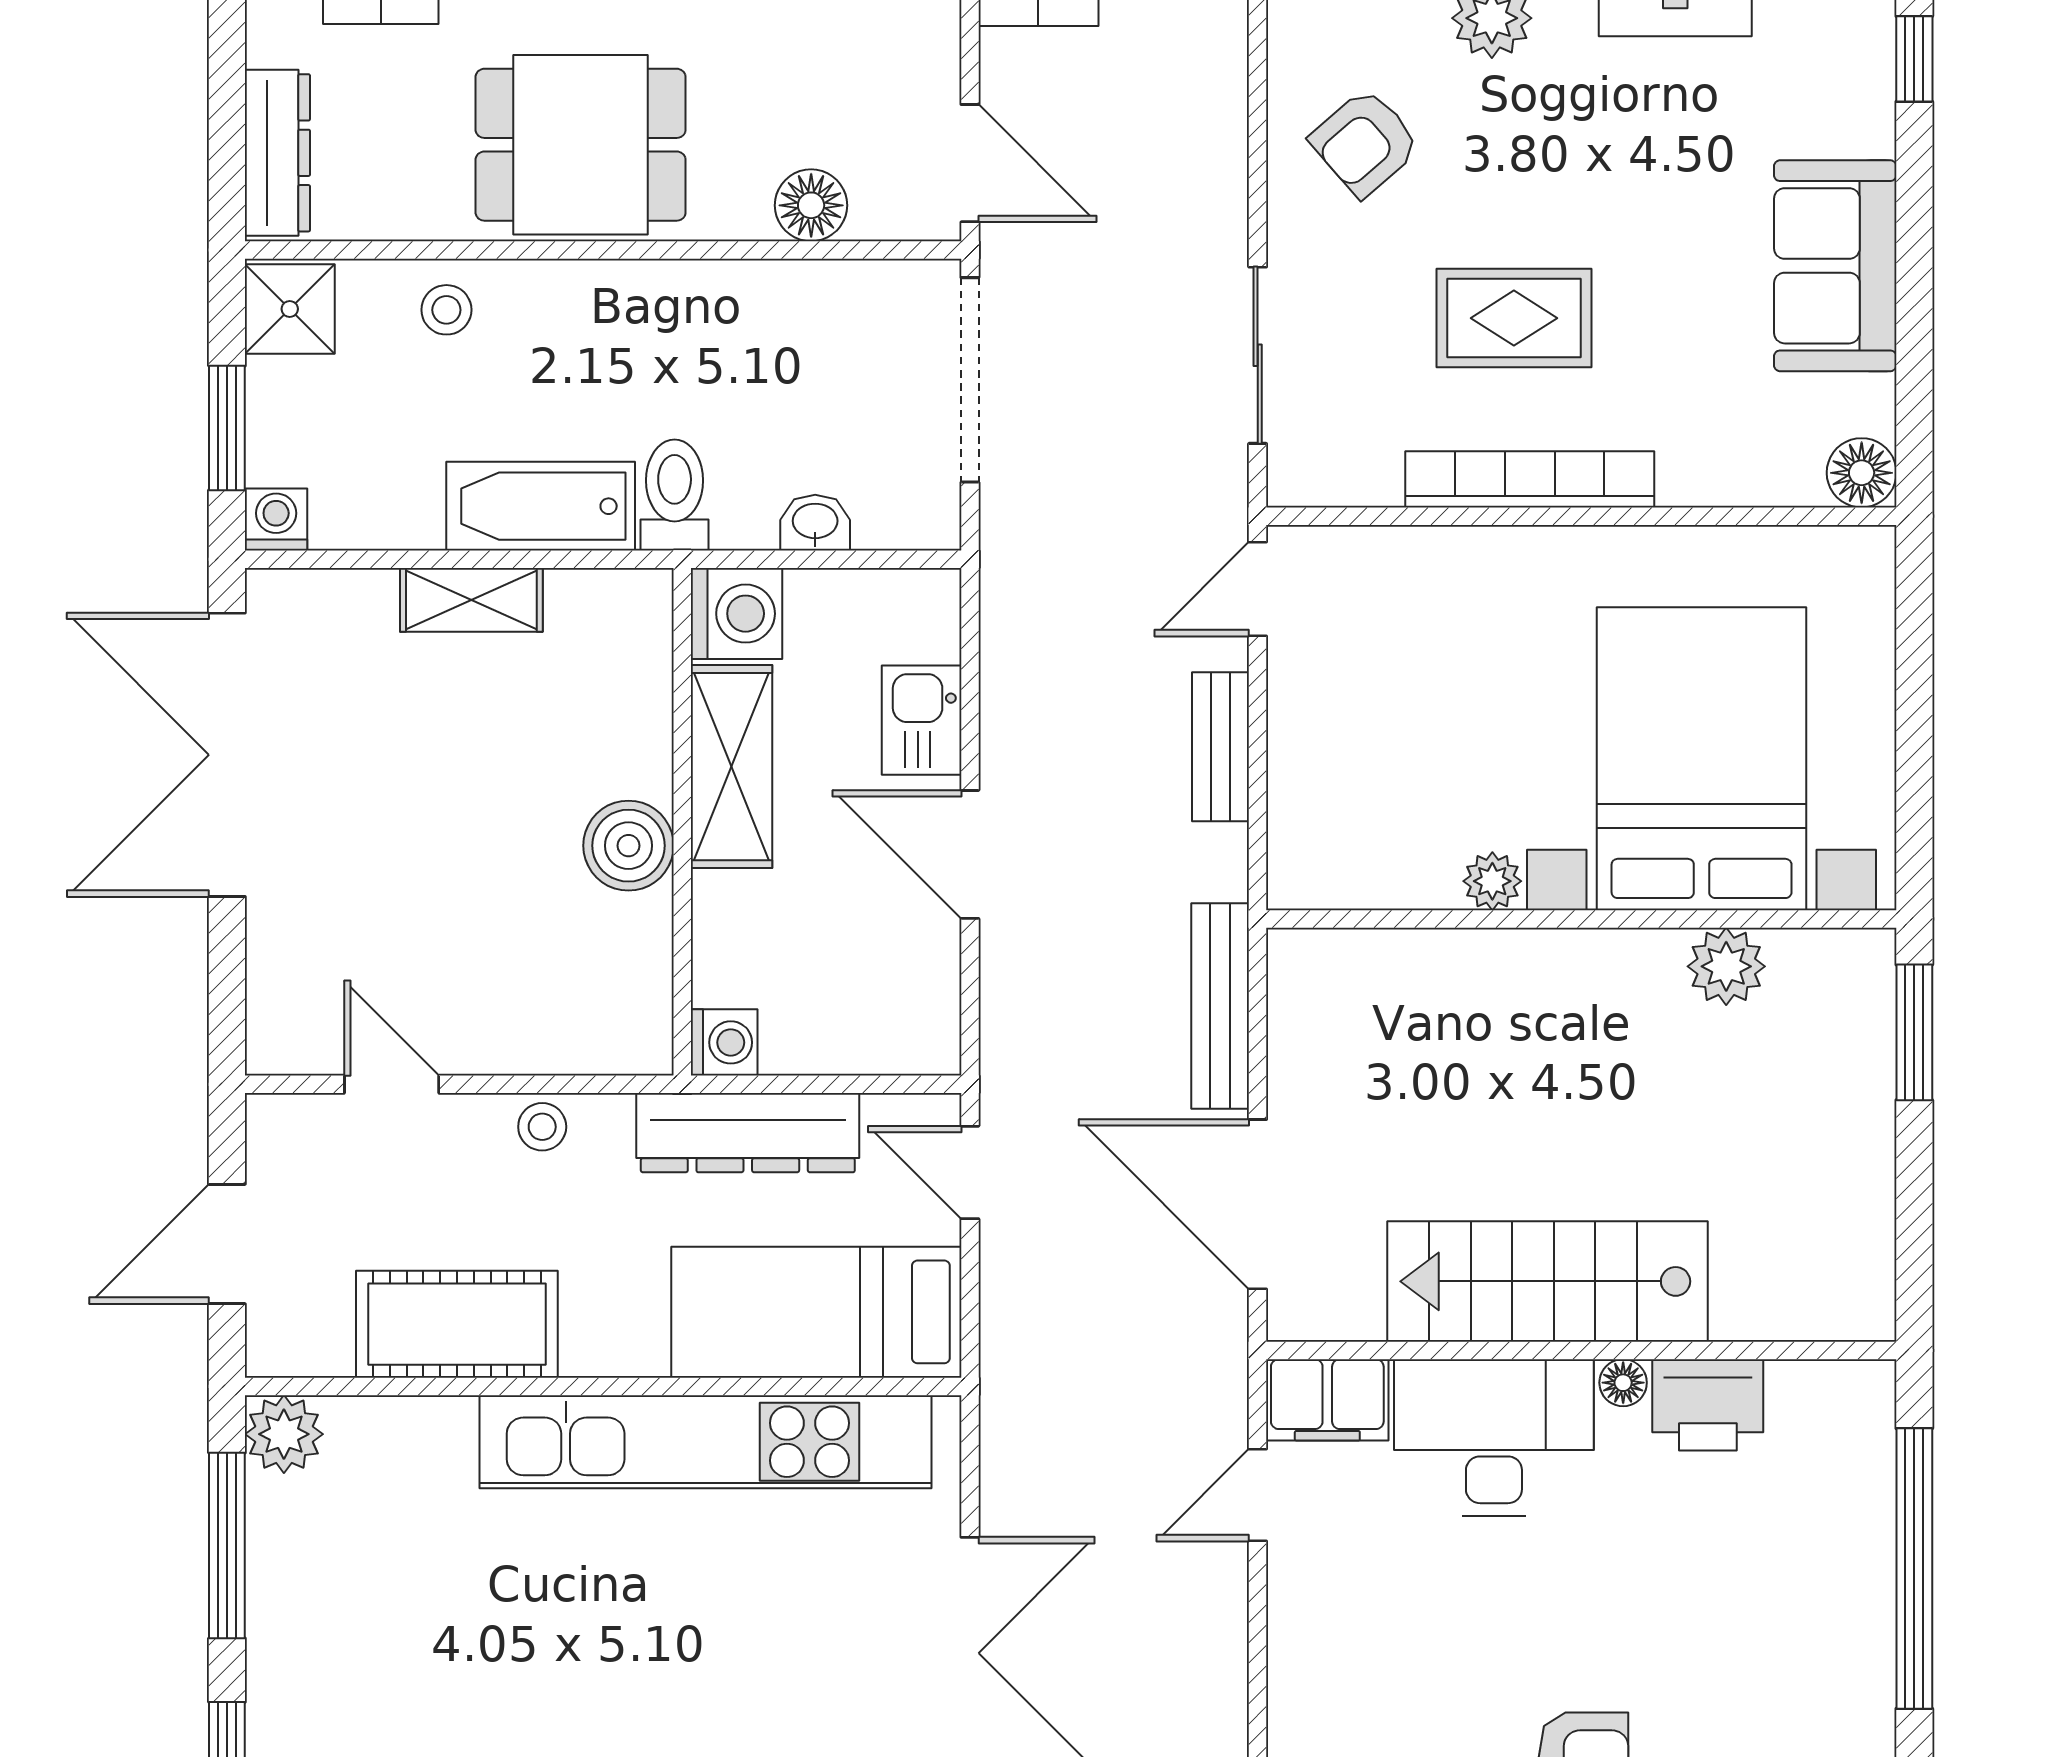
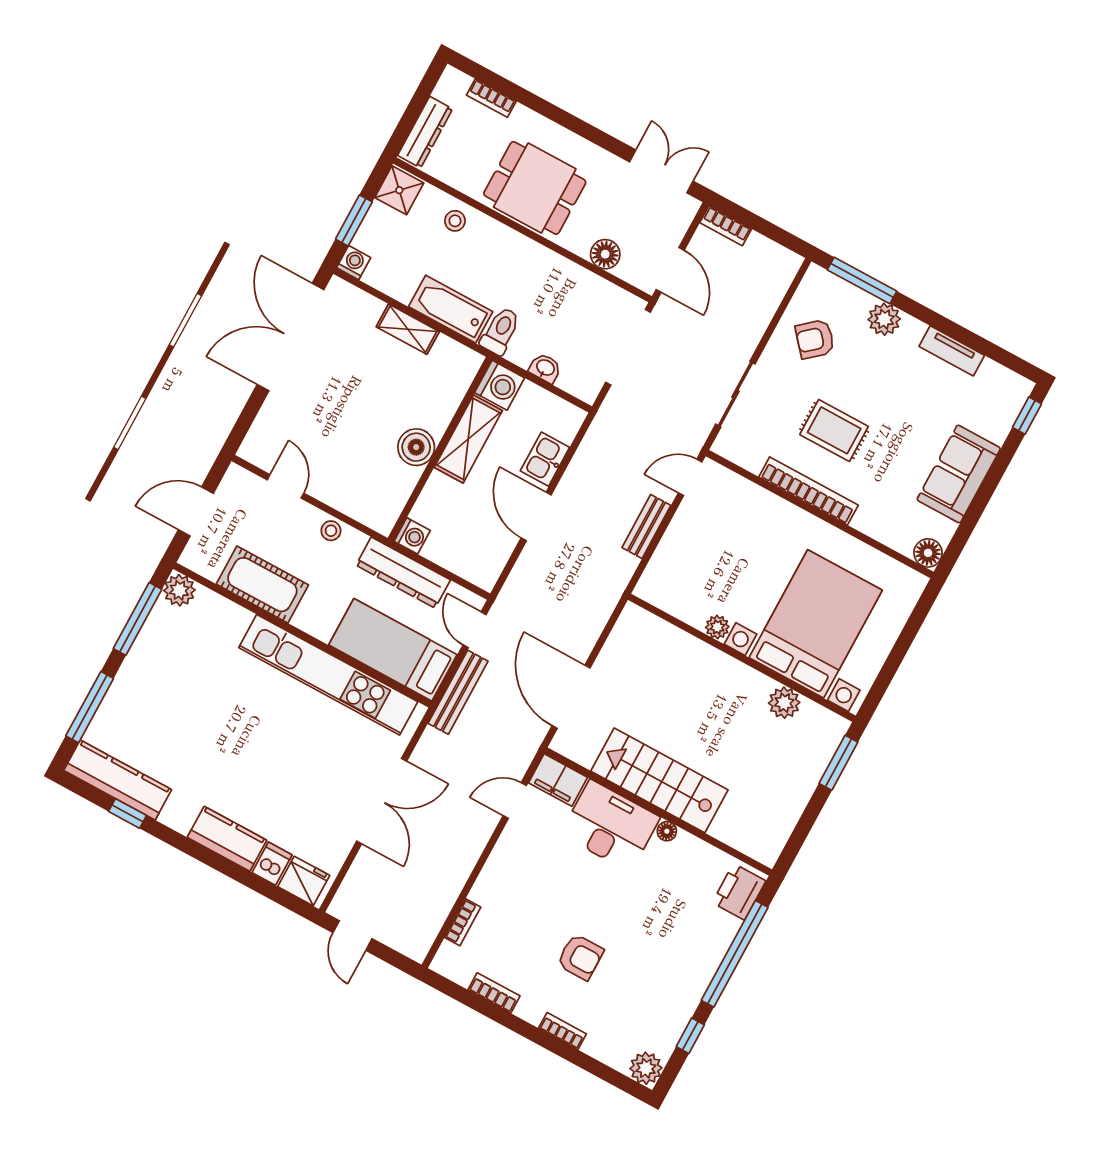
bench: (1220, 1006) -> (458, 692), moved
printer: (1708, 1405) -> (739, 892), moved, turned 90

